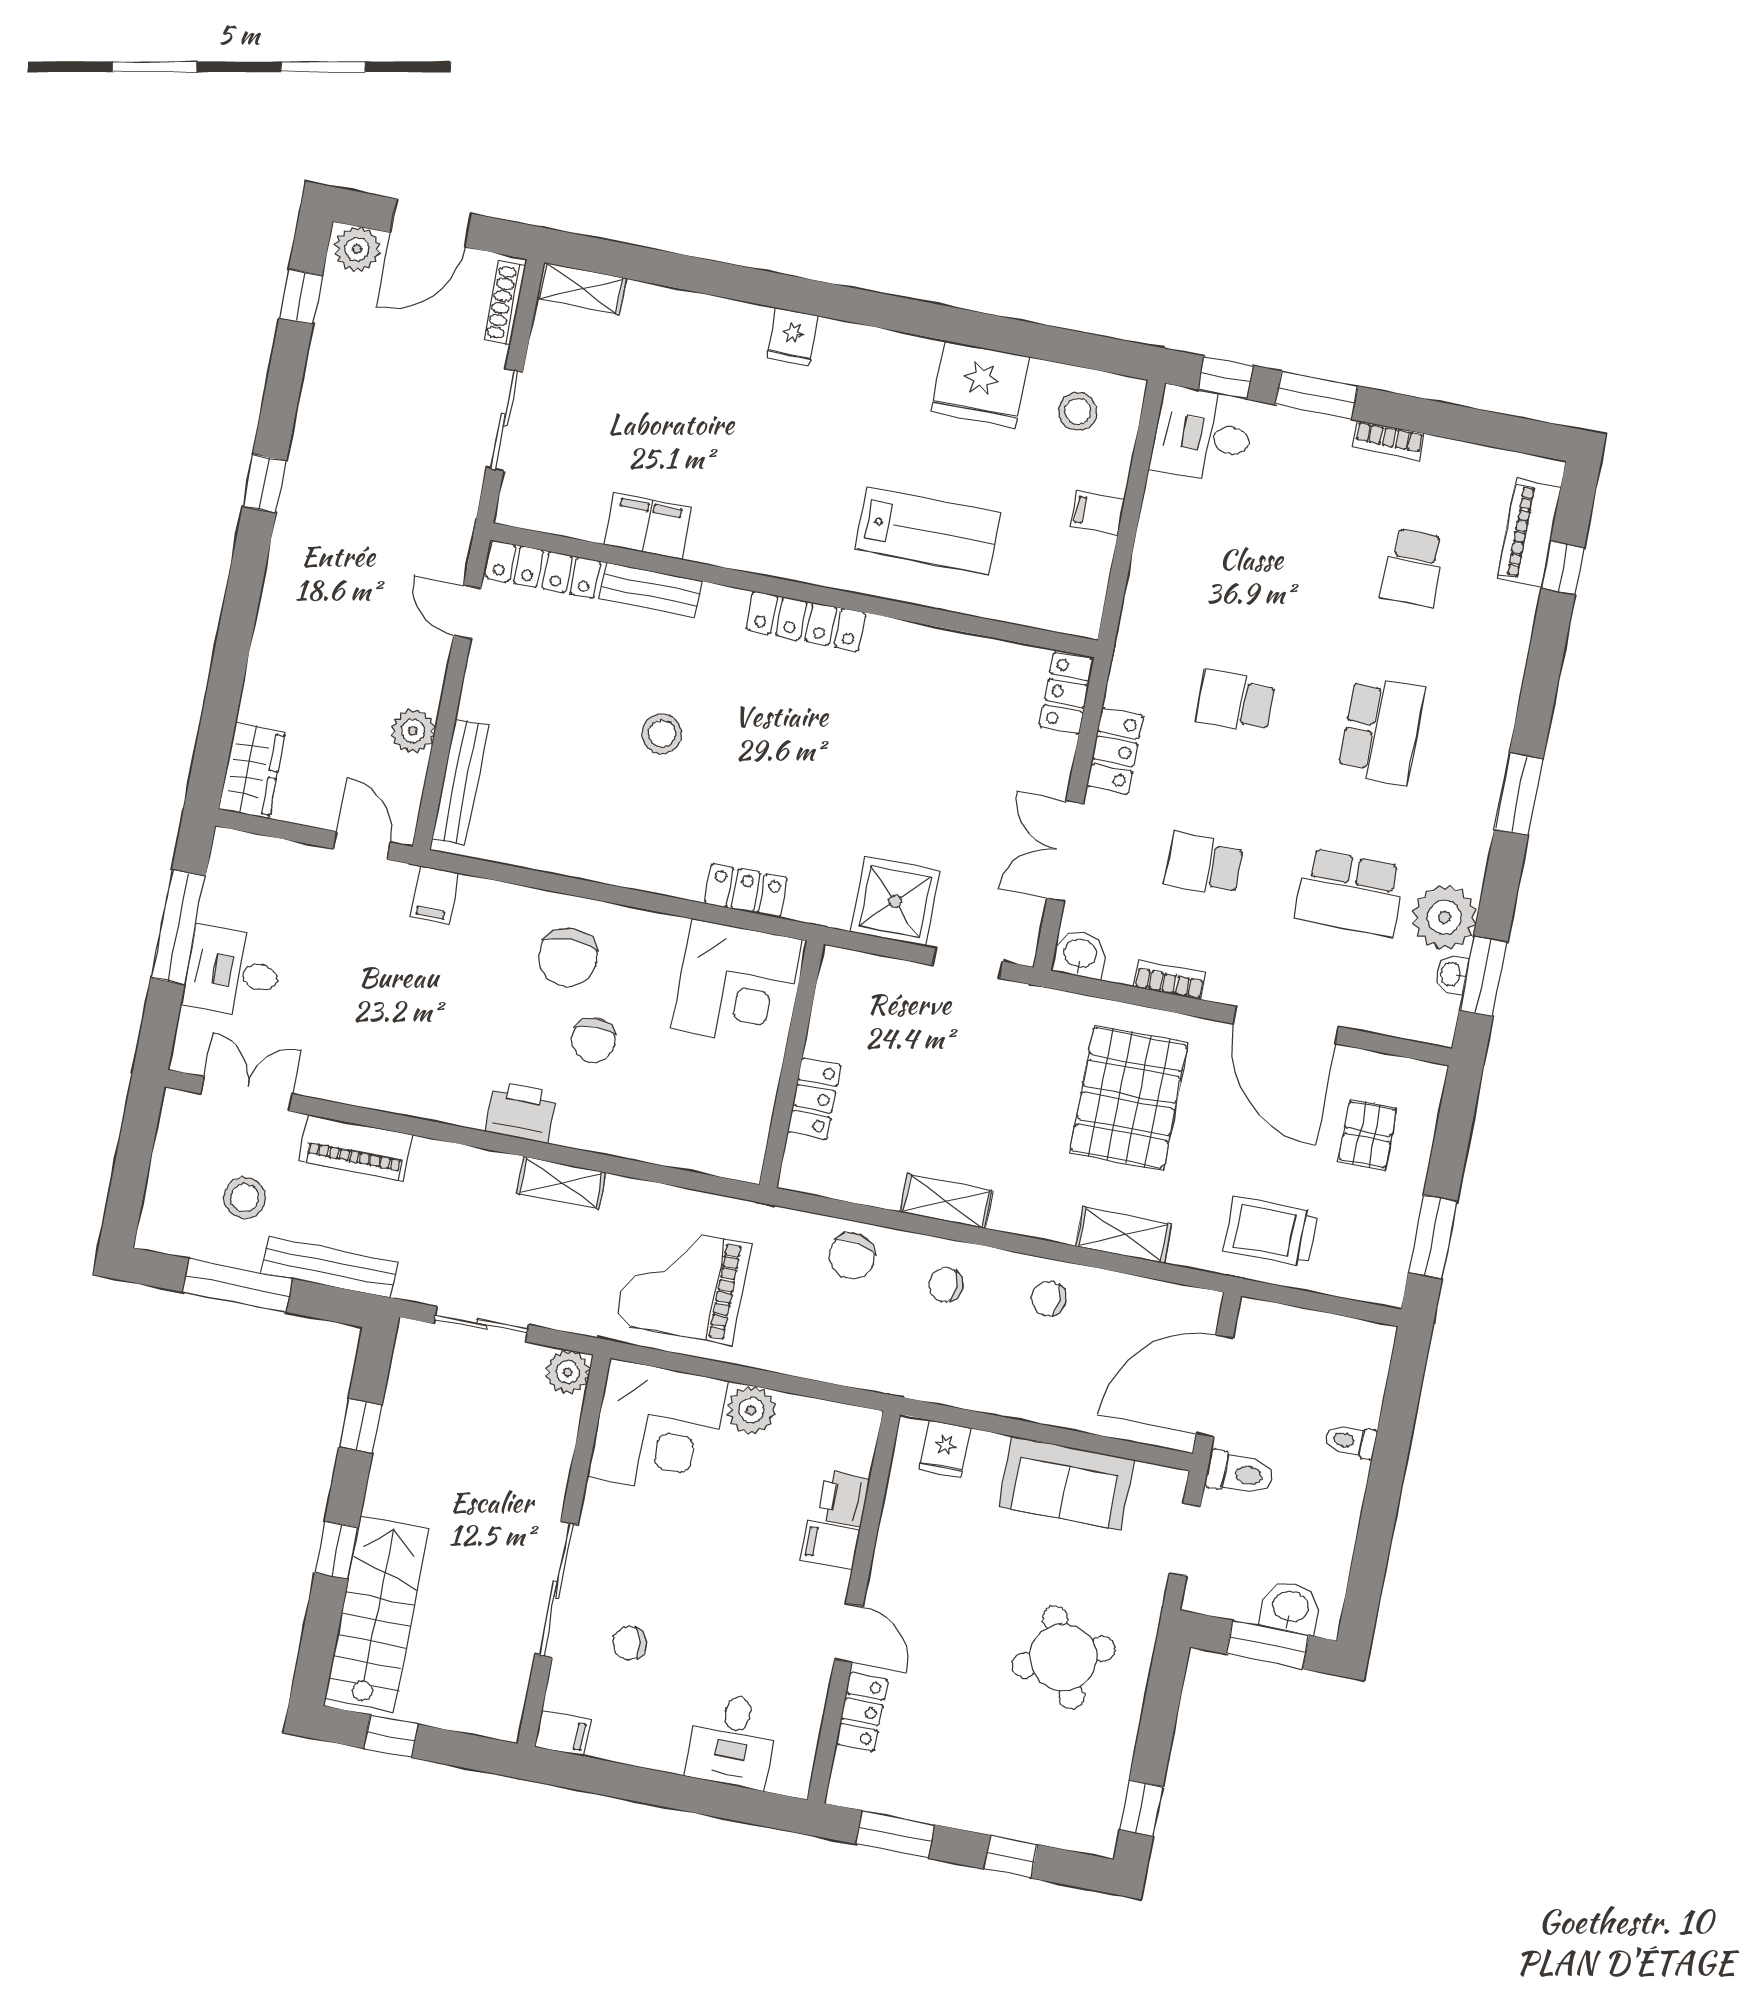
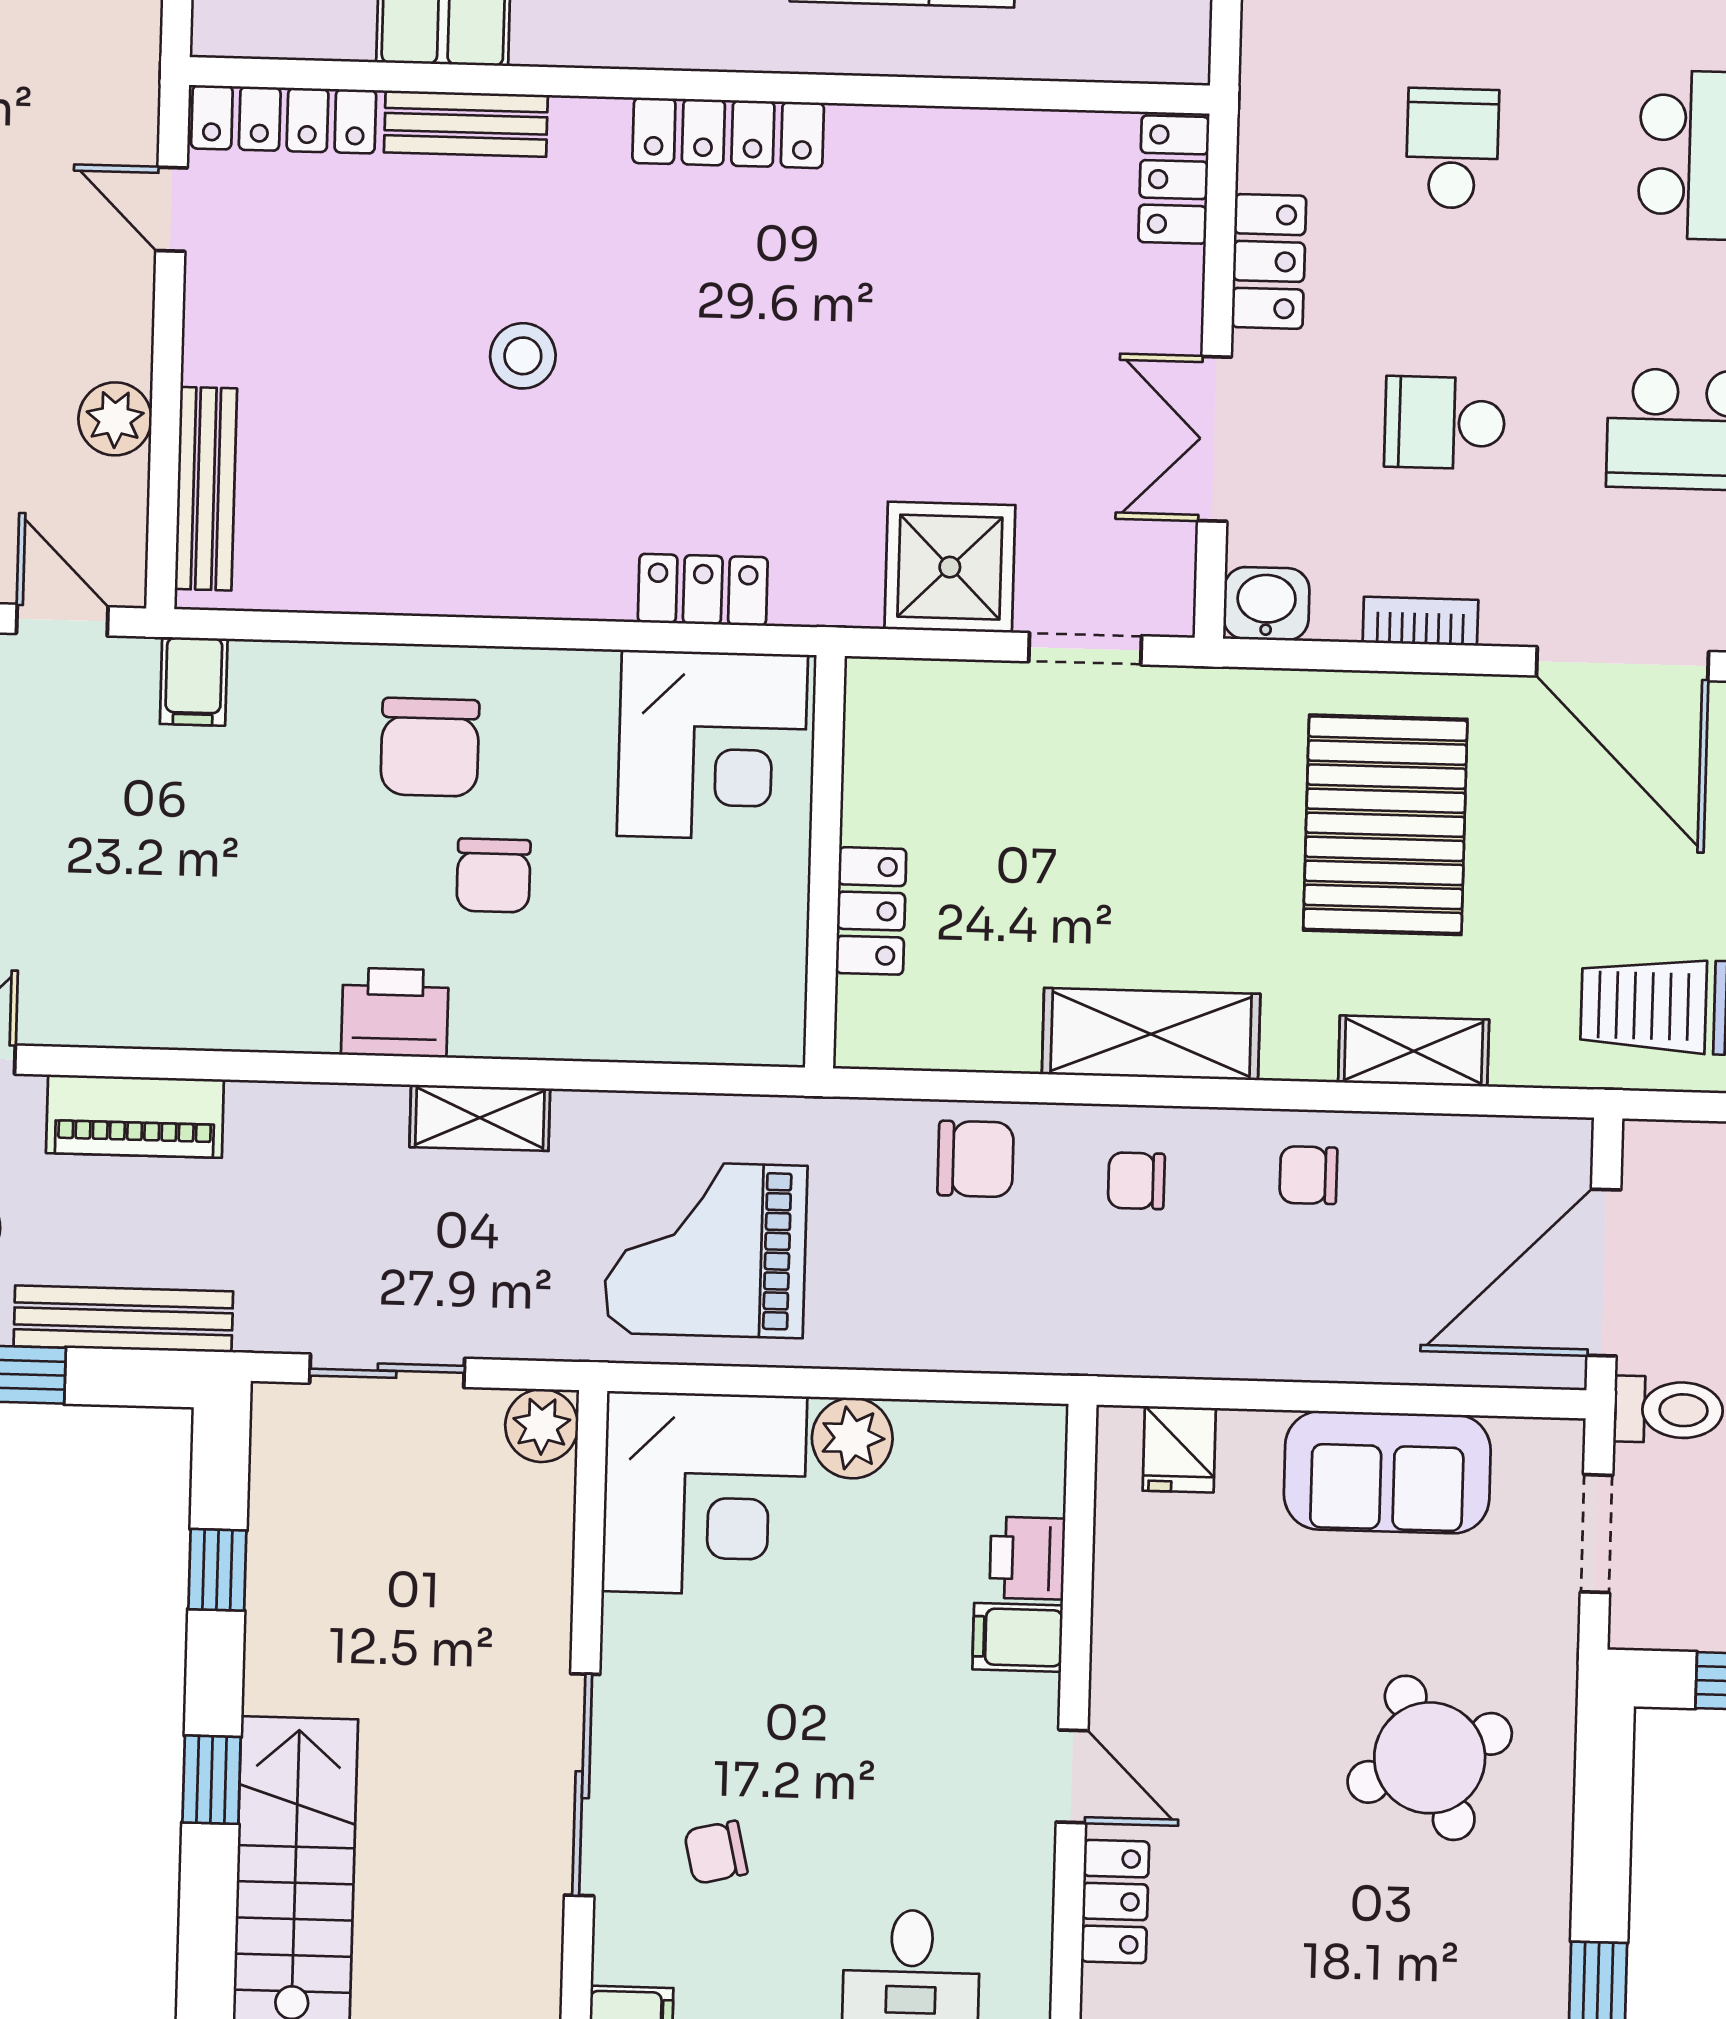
school desk: (1235, 702) -> (1452, 148), turned 90
shelving: (946, 1201) -> (1151, 1034), width x1.50, depth x1.33
chair: (852, 1256) -> (976, 1159), turned -101

